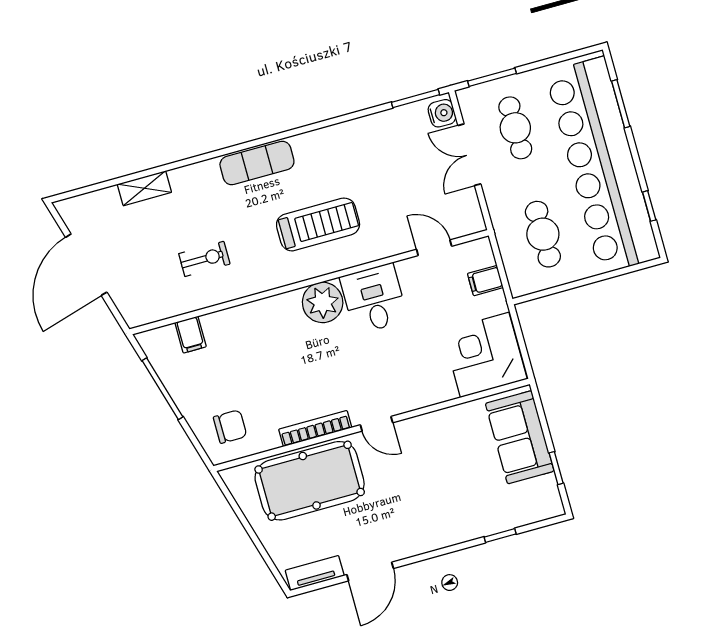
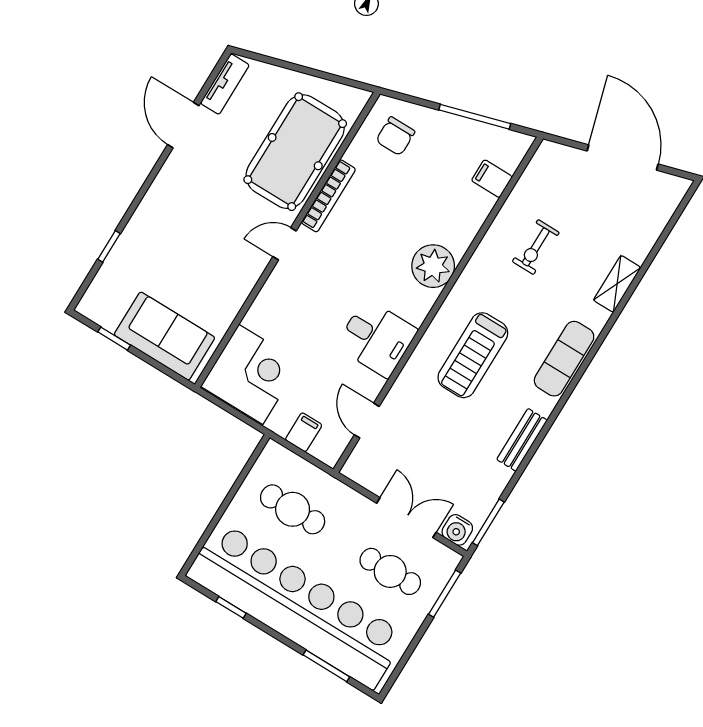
bench: (339, 134) -> (522, 440), added
shelving: (144, 188) -> (617, 284), moved
door: (434, 248) -> (367, 421), swing flipped
plant: (323, 302) -> (433, 266), moved

